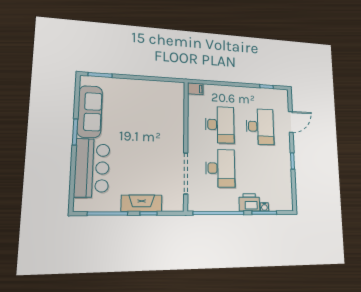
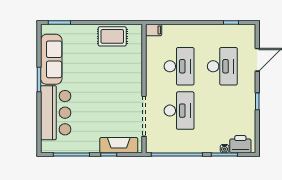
rug: (155, 92) -> (112, 36), added
printer: (249, 202) -> (240, 144), moved
fireplace: (142, 203) -> (119, 145), moved

